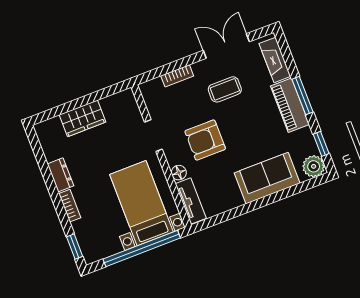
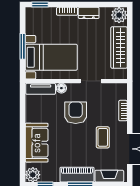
wardrobe: (82, 118) -> (119, 47), width x1.50
plant: (47, 132) -> (119, 15), added
window: (142, 248) -> (23, 46), width x0.47

